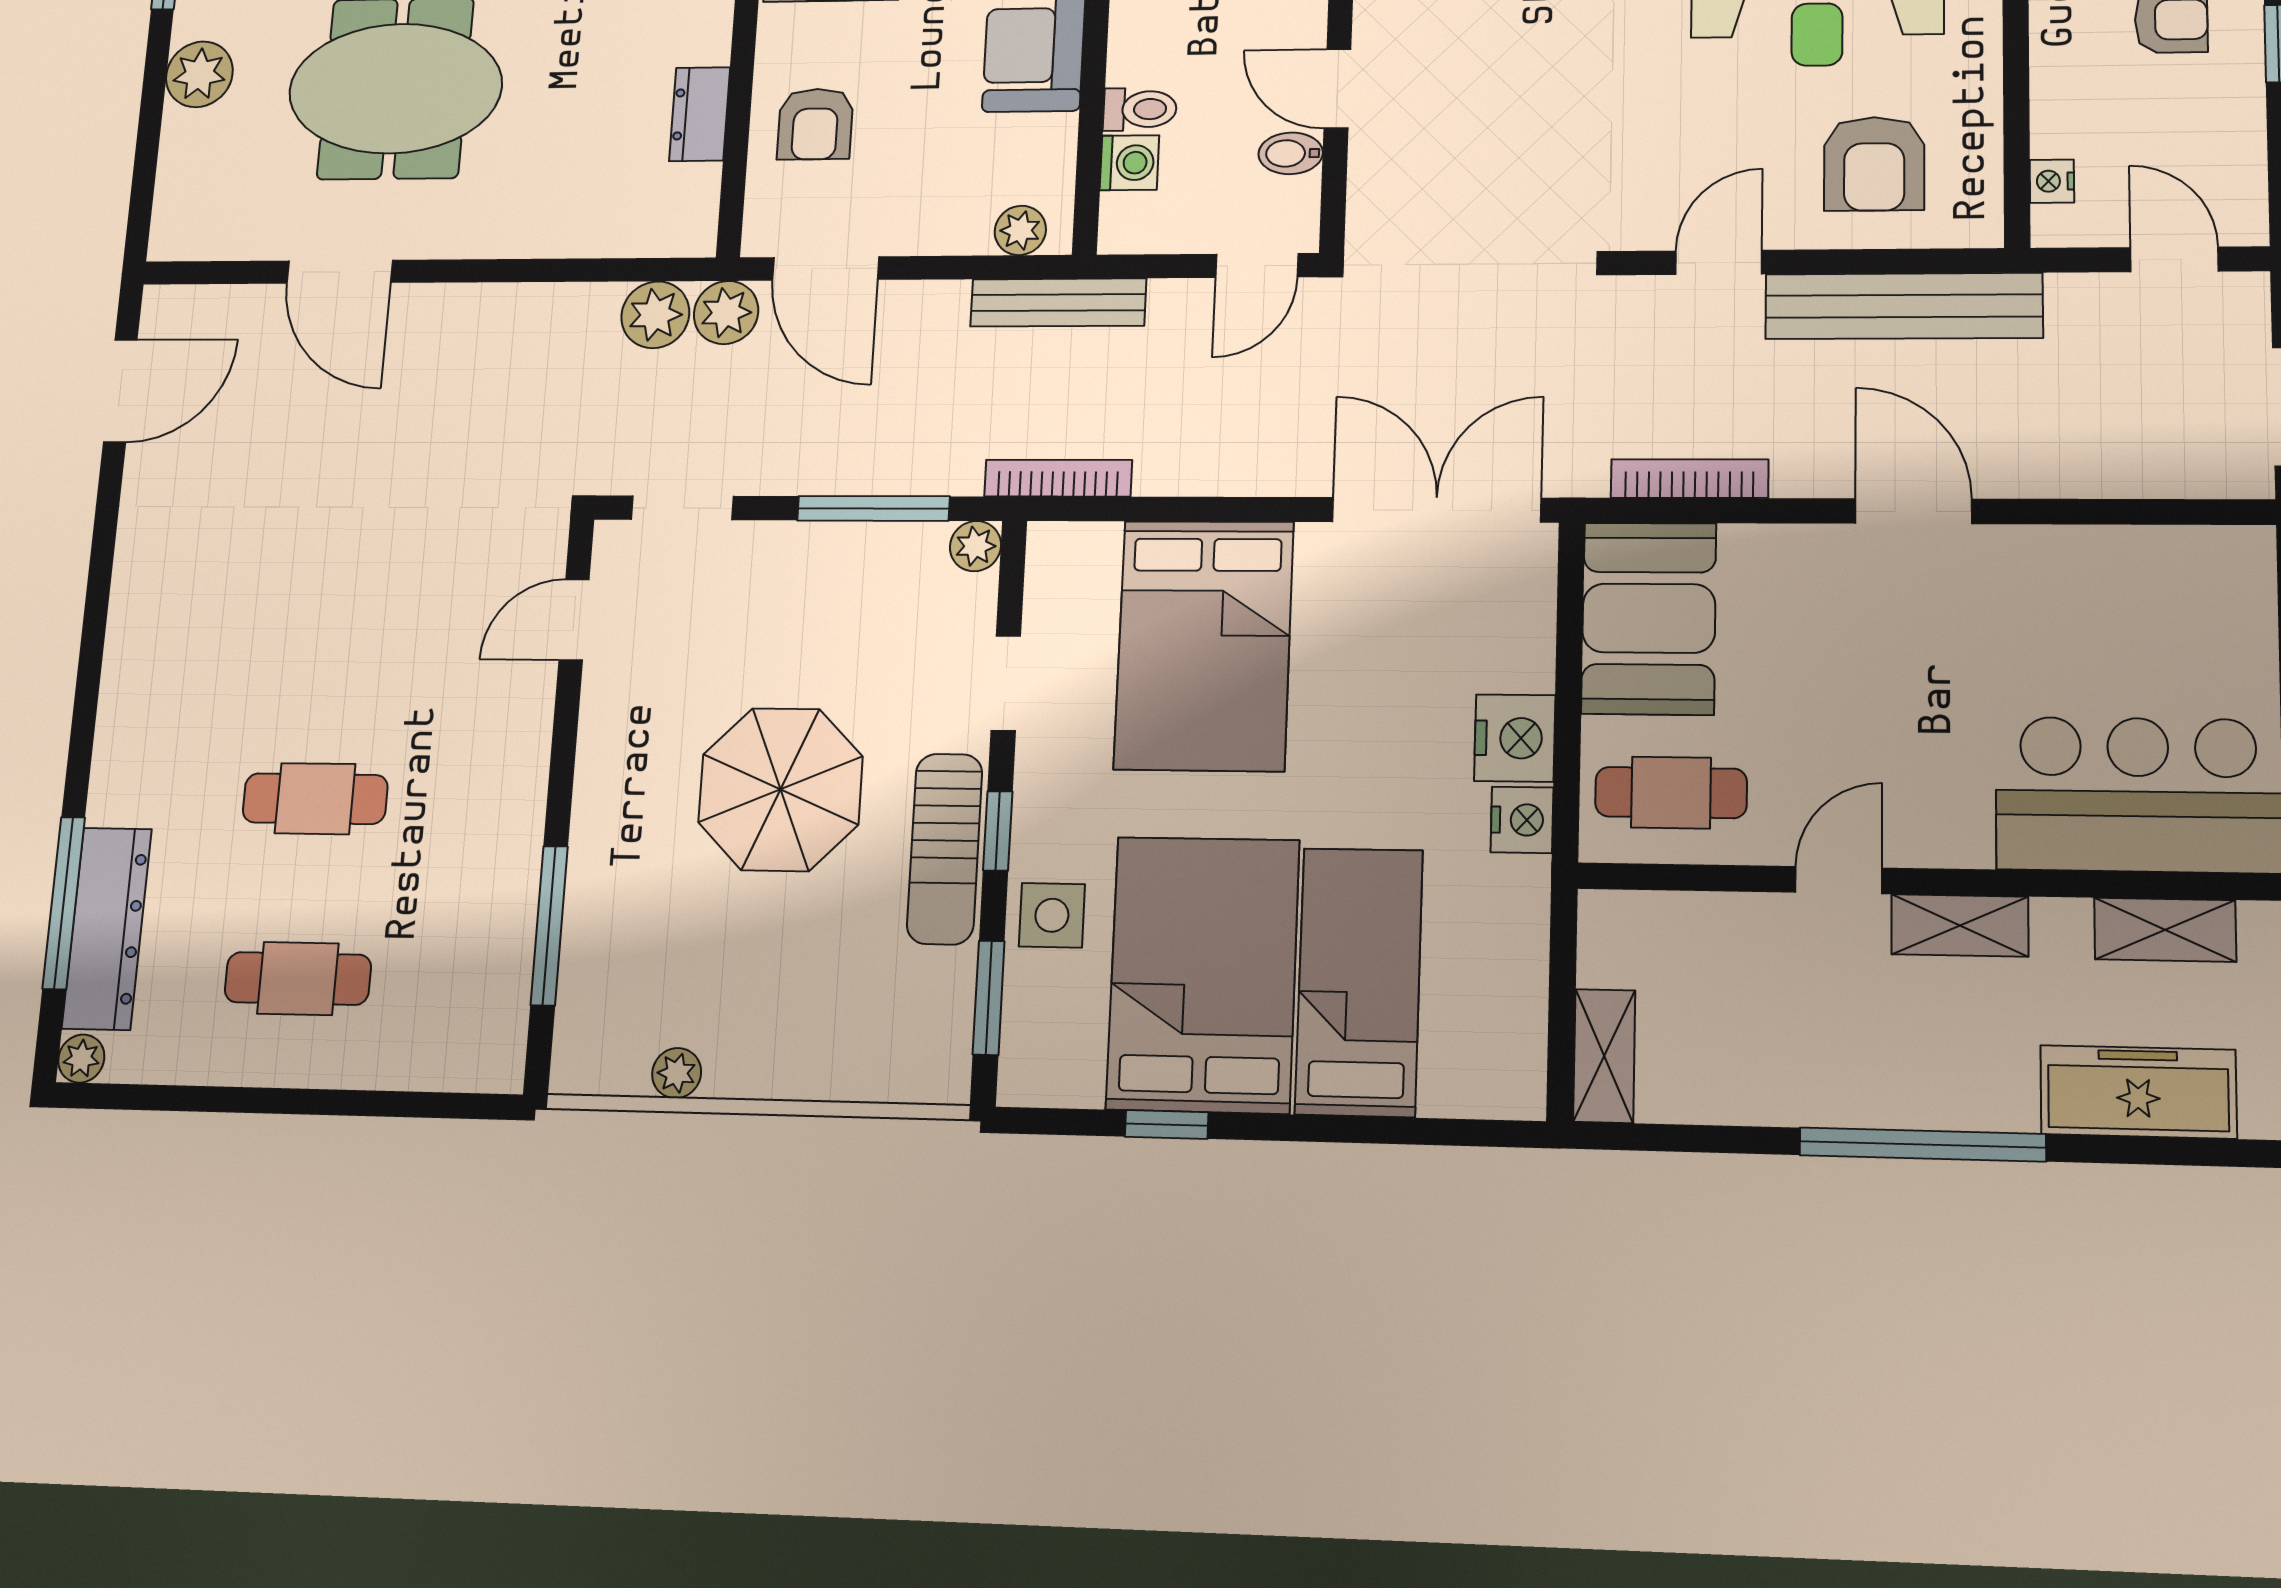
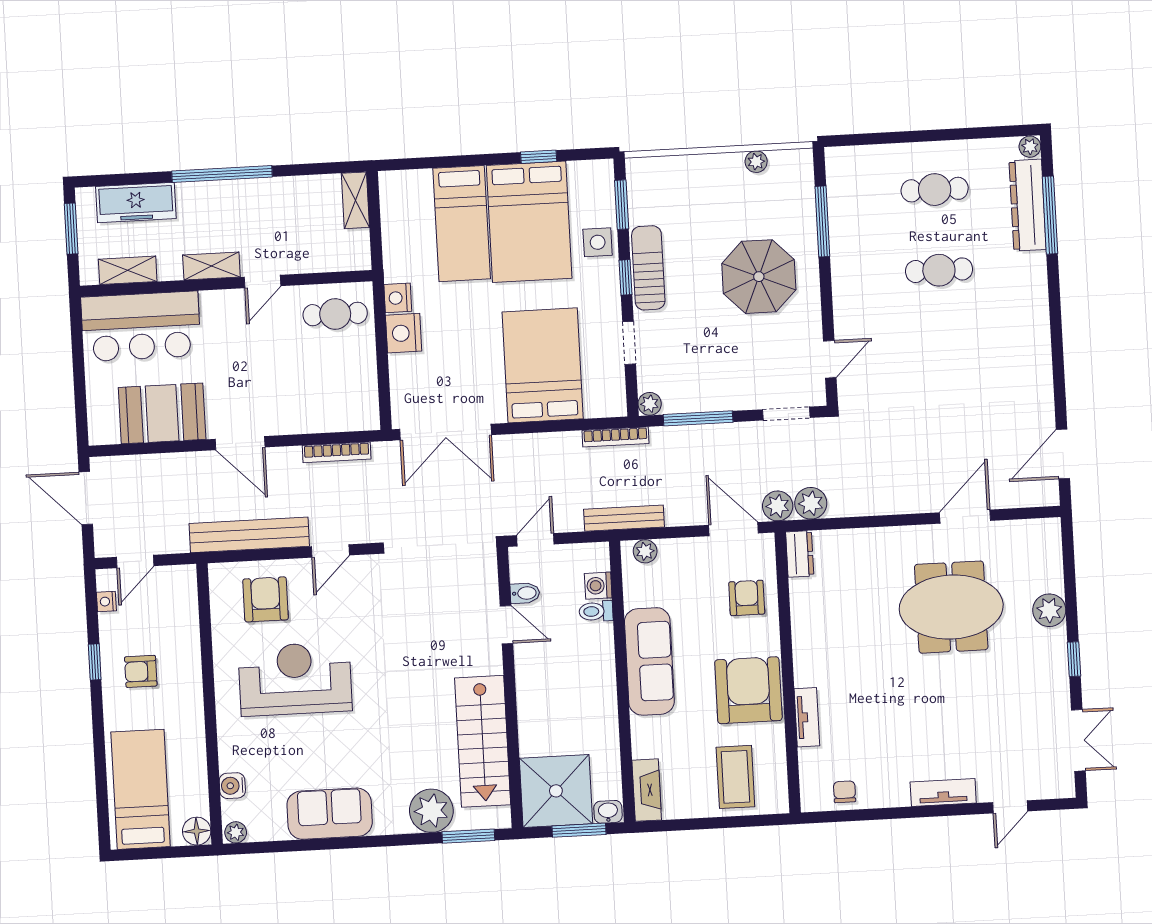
dresser: (700, 114) -> (800, 554), moved
nightstand: (2052, 181) -> (106, 601), moved, turned 180
door: (2174, 259) -> (135, 561), hinge flipped
door: (340, 272) -> (965, 517), hinge flipped
booth: (1649, 618) -> (162, 413), moved, turned 90
parasol: (780, 789) -> (759, 277), moved

